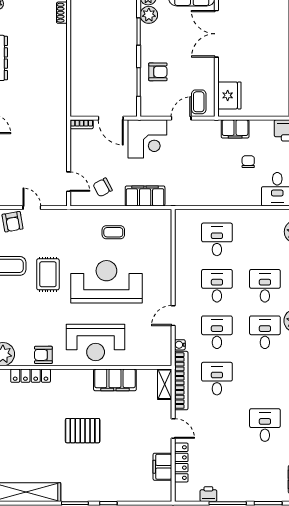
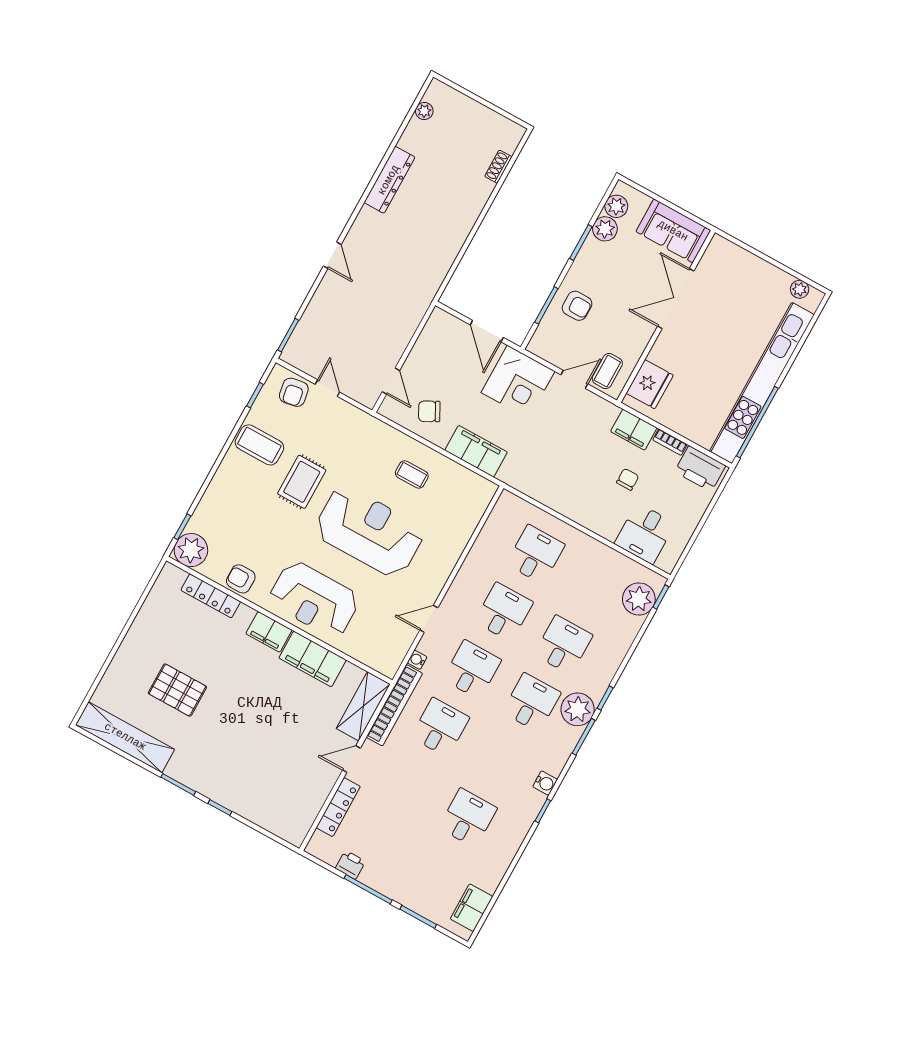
bookcase: (82, 124) -> (670, 442), moved
shelving: (165, 384) -> (363, 706), width x1.50, depth x1.33
door: (173, 428) -> (351, 759), swing flipped
pallet: (83, 431) -> (177, 690), moved
filing cabinet: (162, 467) -> (269, 632), moved, turned -90

